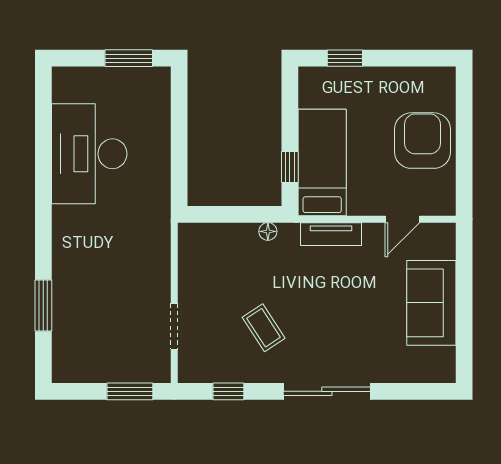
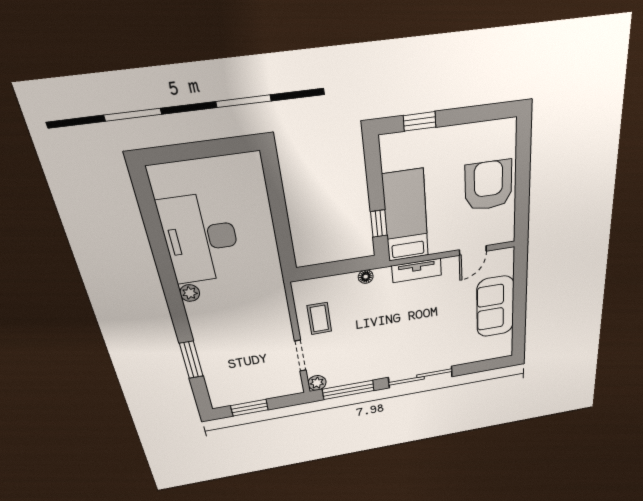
window: (129, 58) -> (218, 148), removed
plant: (62, 217) -> (190, 293), added
coffee table: (264, 328) -> (319, 319), moved, turned 33
plant: (189, 371) -> (317, 383), added
window: (130, 391) -> (249, 408), moved
window: (228, 391) -> (348, 390), width x2.17

